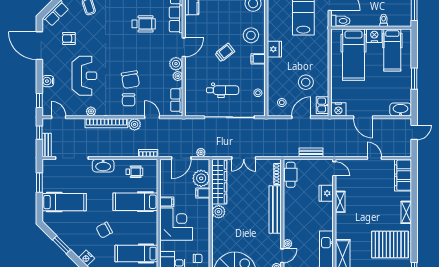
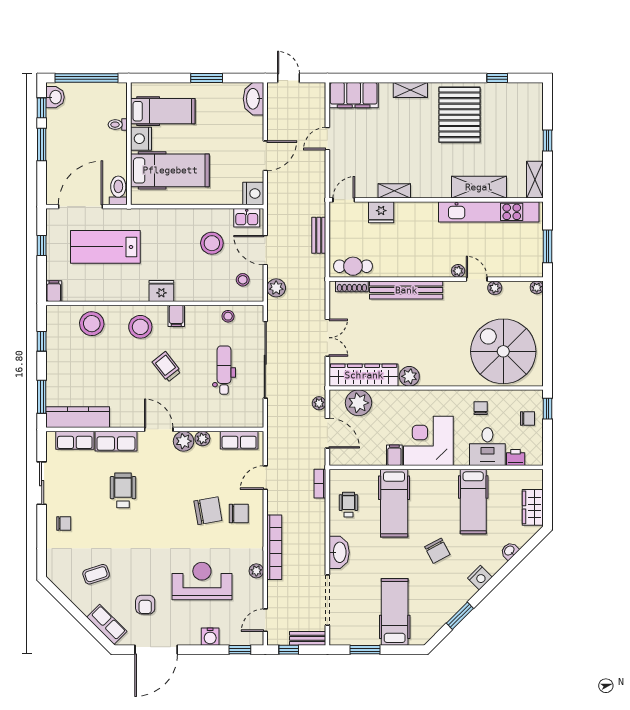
plant: (135, 124) -> (276, 288), moved
filing cabinet: (203, 193) -> (381, 400), removed

